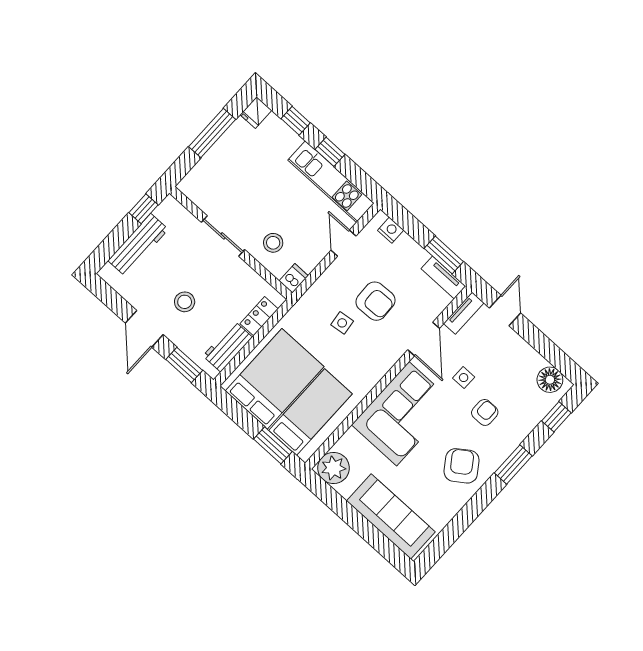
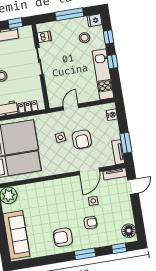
stool: (273, 243) -> (84, 38), moved
door: (343, 243) -> (71, 107), moved
dishwasher: (294, 278) -> (44, 37), moved
corner sofa: (403, 414) -> (56, 196), removed
armchair: (462, 466) -> (63, 237), turned -145

